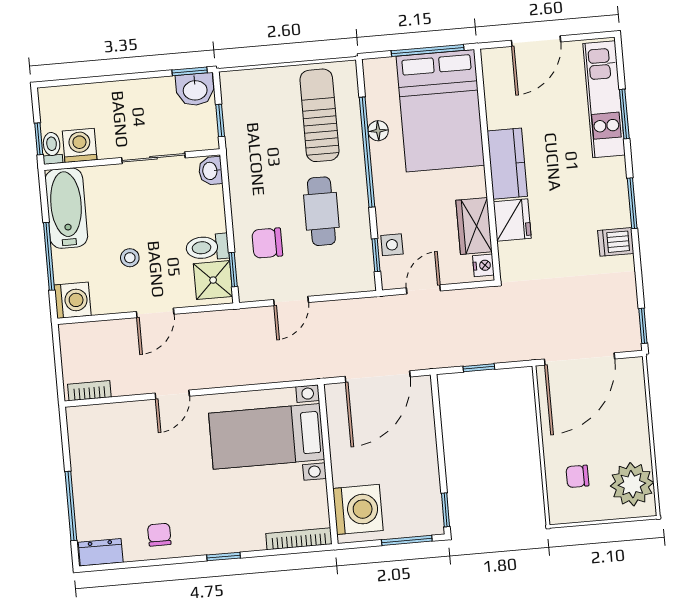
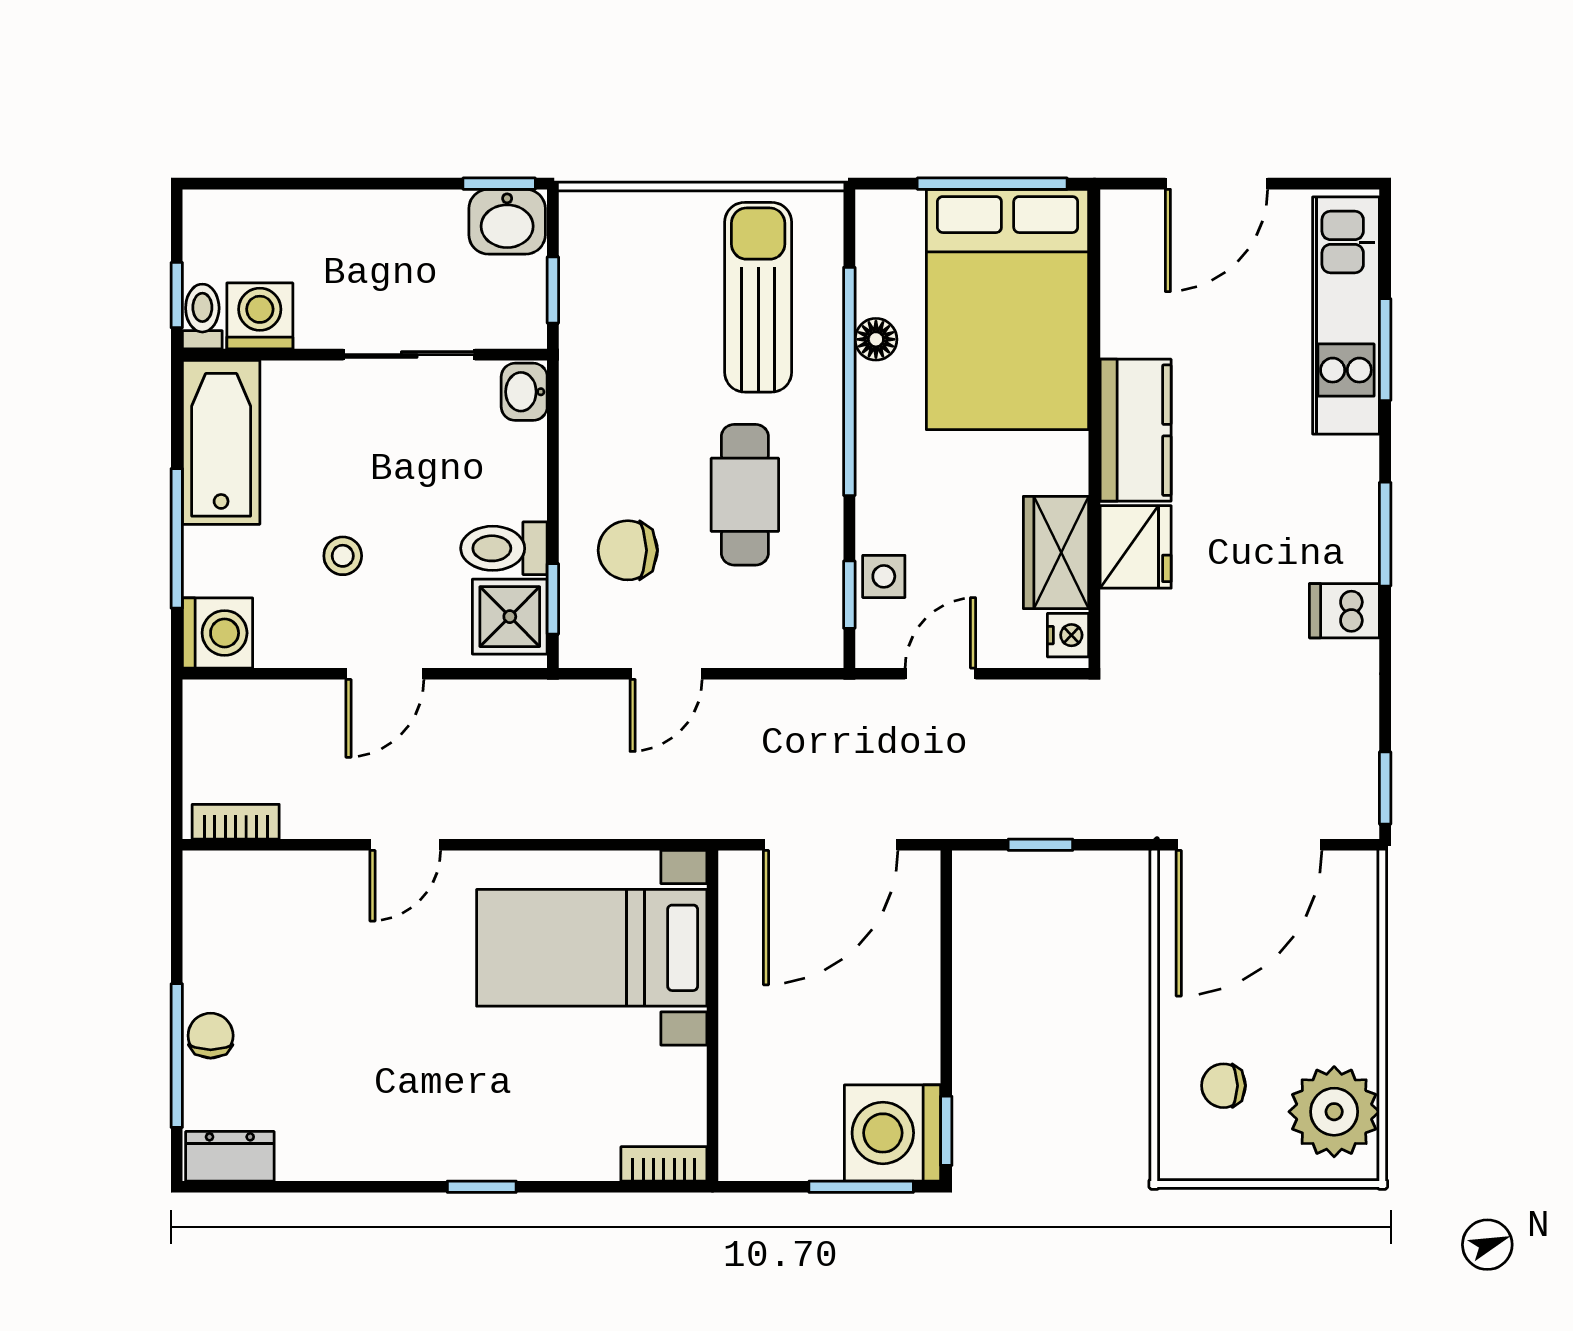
washing machine: (358, 509) -> (892, 1133), moved, turned 180
chair: (159, 535) -> (211, 1036), moved
bookcase: (299, 539) -> (664, 1164), width x0.64

